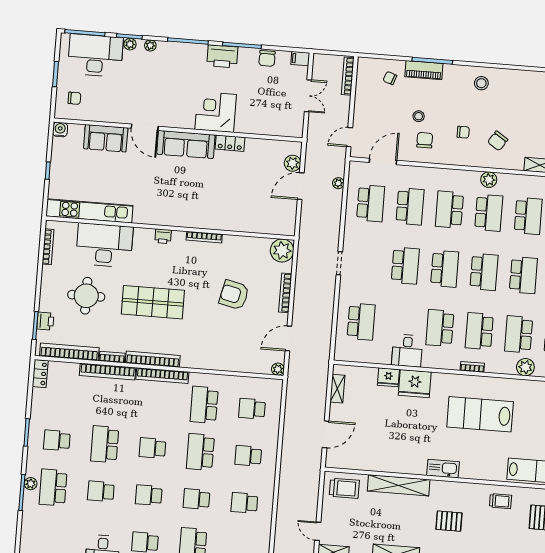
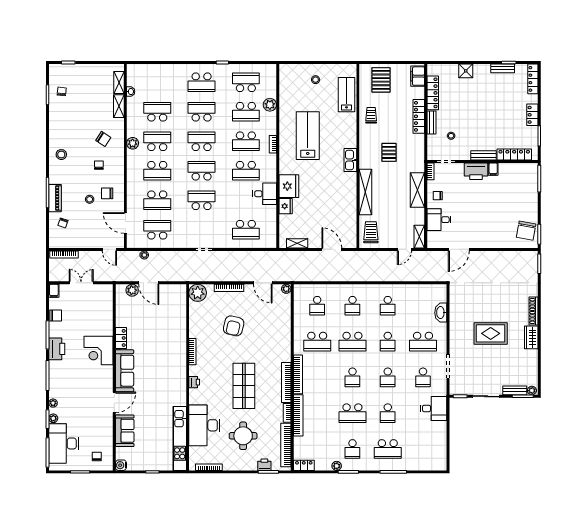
school desk: (410, 206) -> (157, 200), turned 180
school desk: (361, 322) -> (246, 230), turned 180
lab bench: (480, 414) -> (308, 136), turned 180
plant: (31, 484) -> (337, 466), moved

